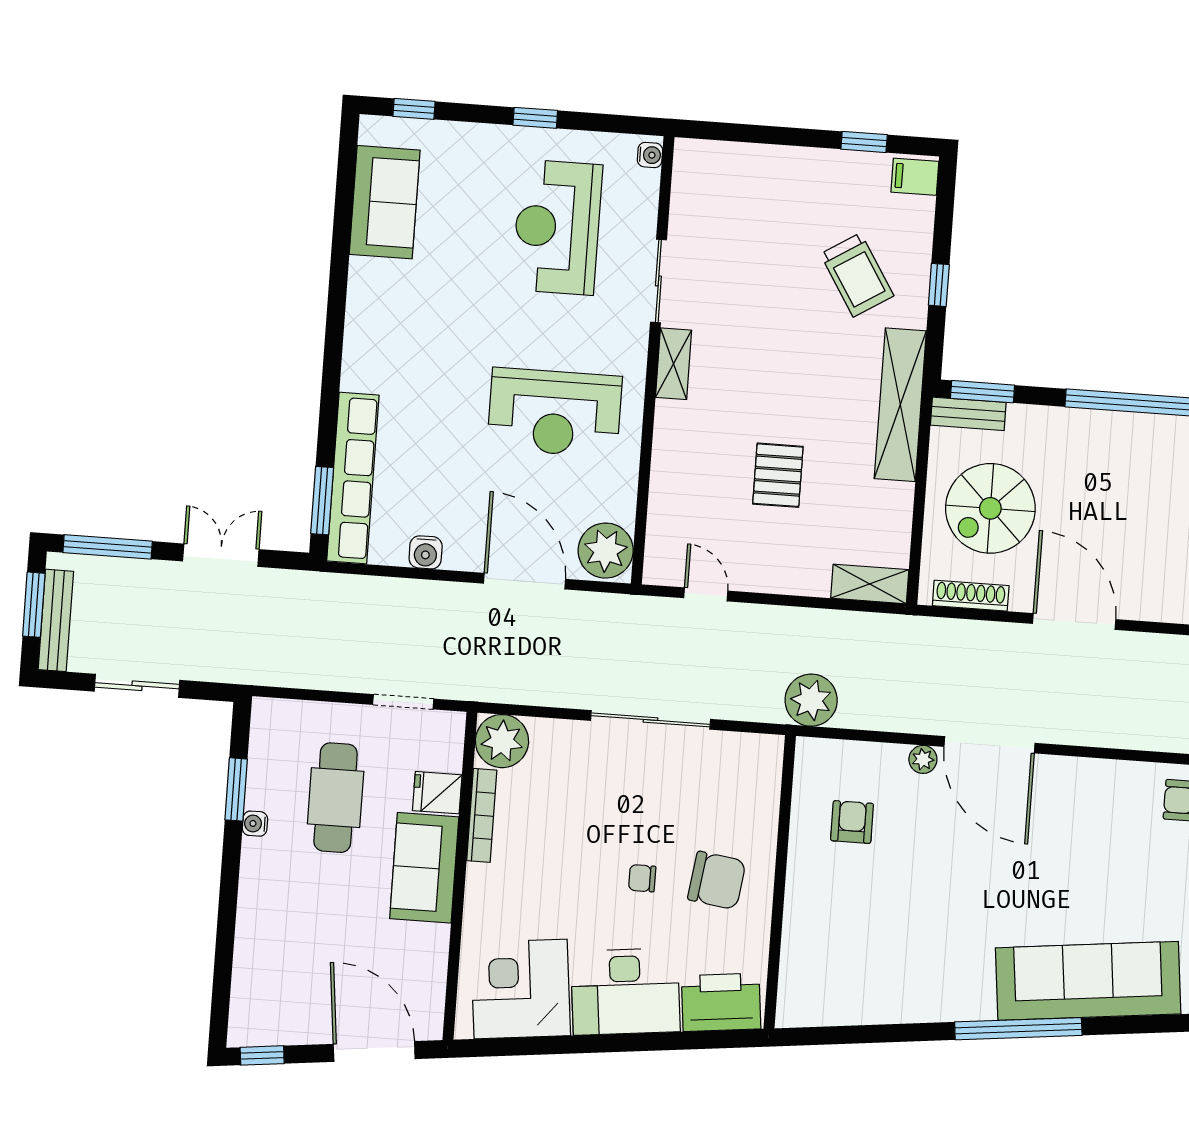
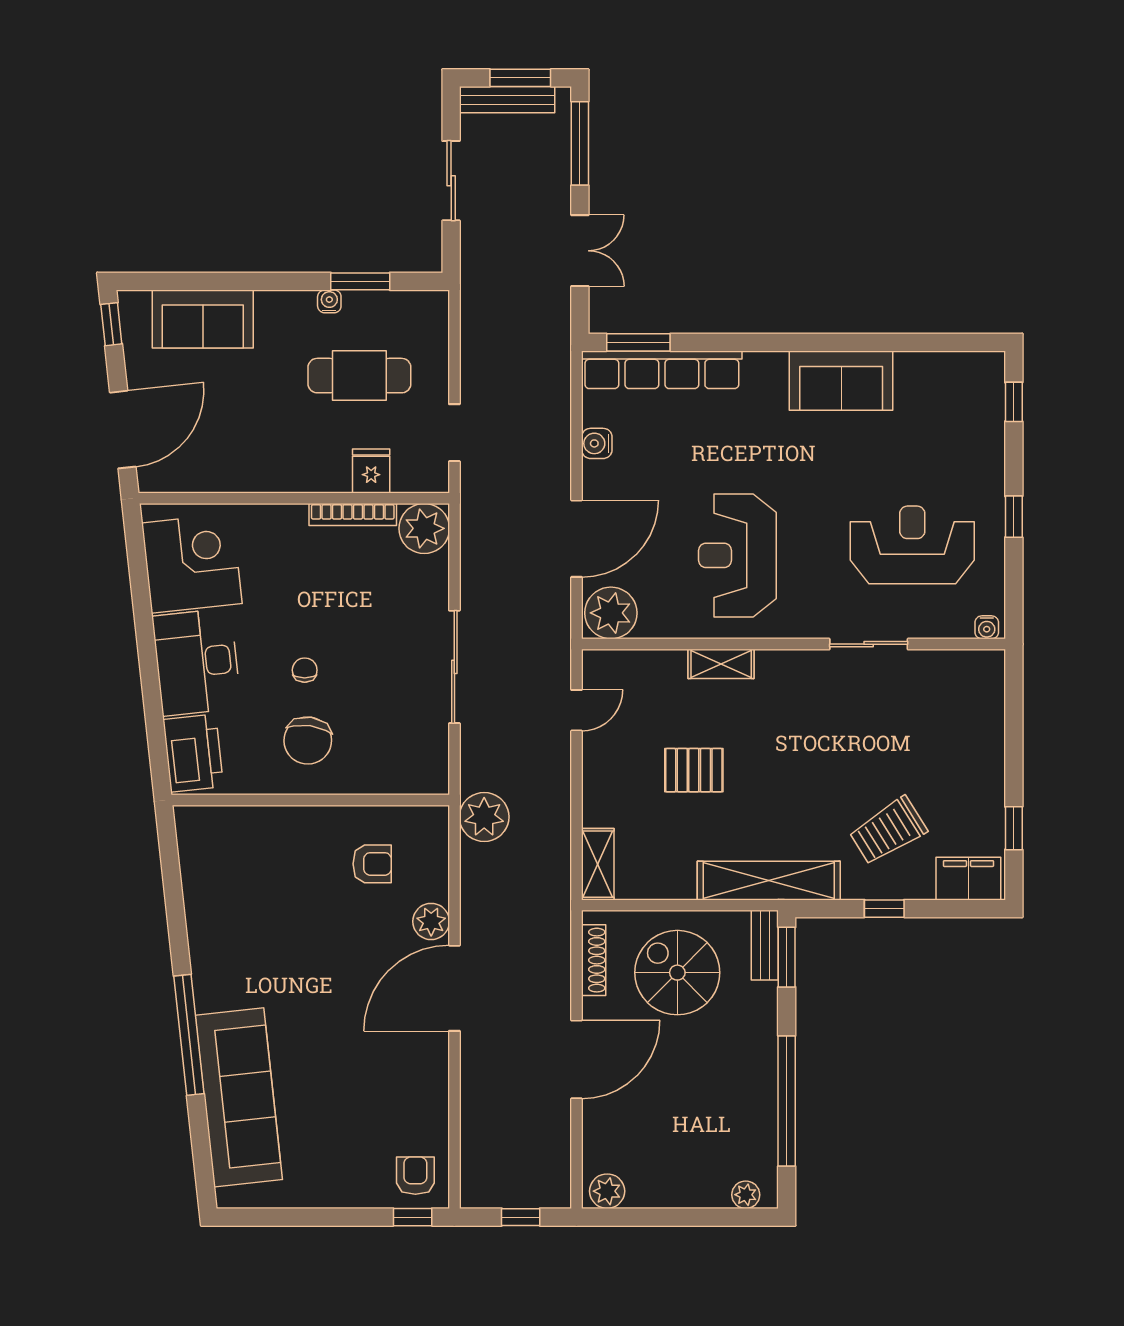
filing cabinet: (915, 177) -> (968, 879), width x2.00
sofa: (385, 202) -> (841, 381), moved
shelving: (673, 364) -> (721, 664), moved
plant: (923, 759) -> (431, 921), width x1.38, depth x1.38
sofa: (424, 868) -> (203, 319), moved, turned 180

